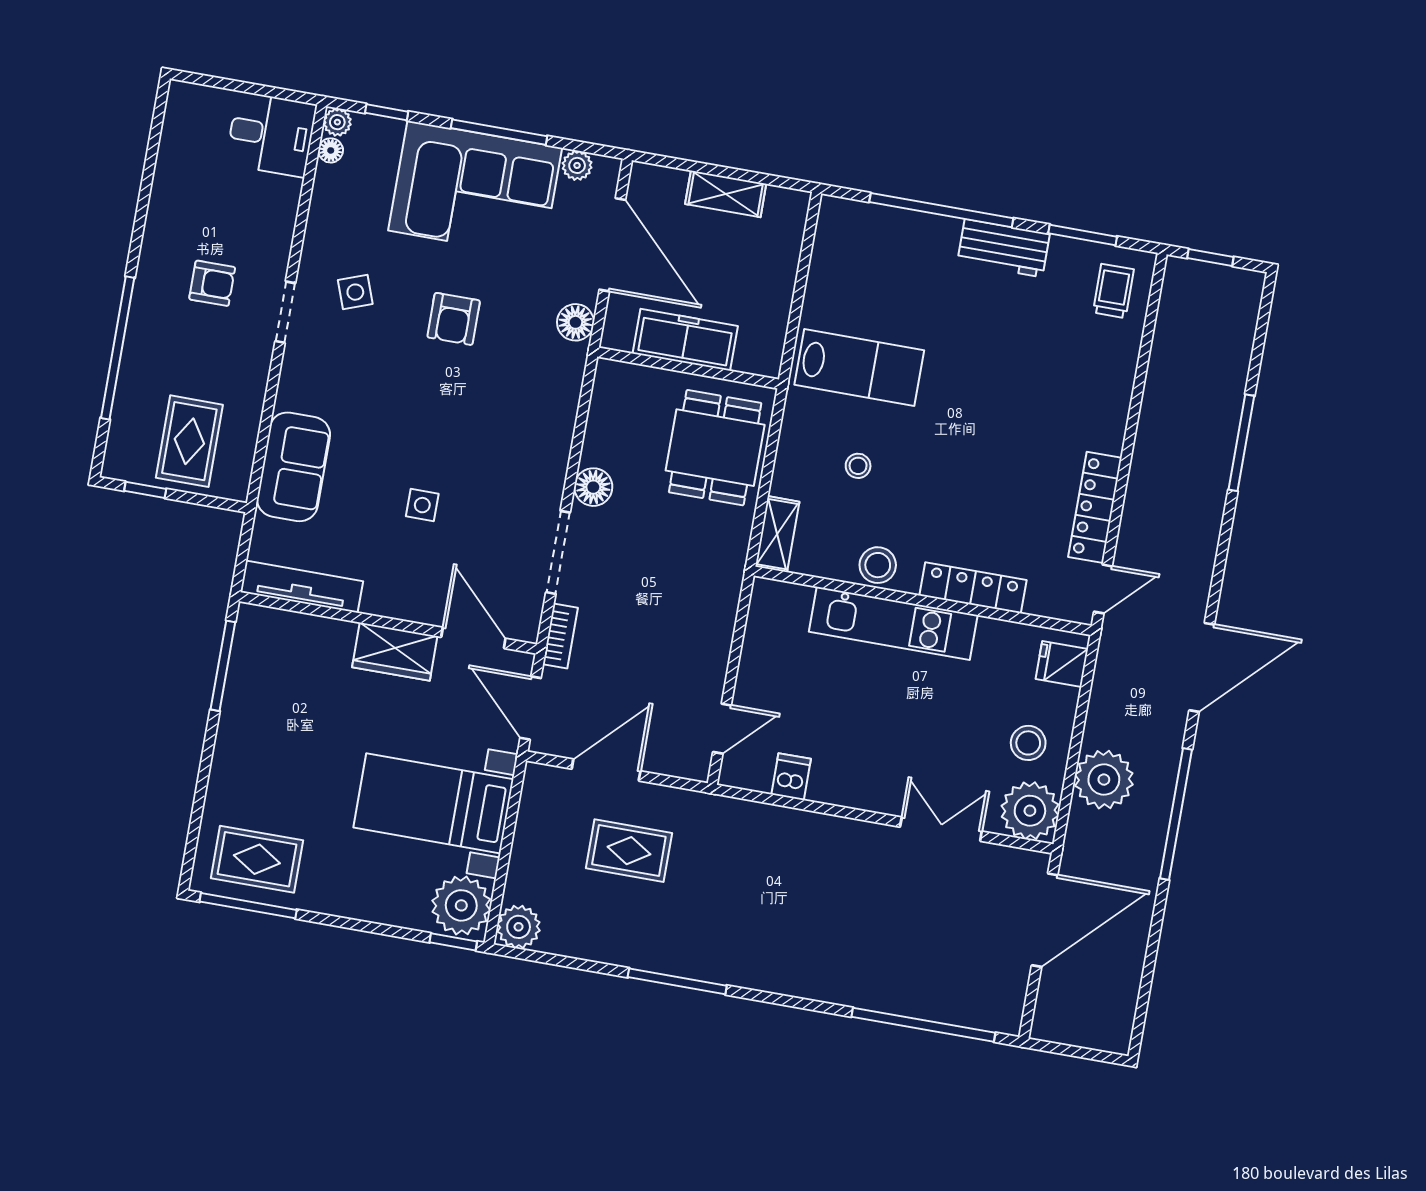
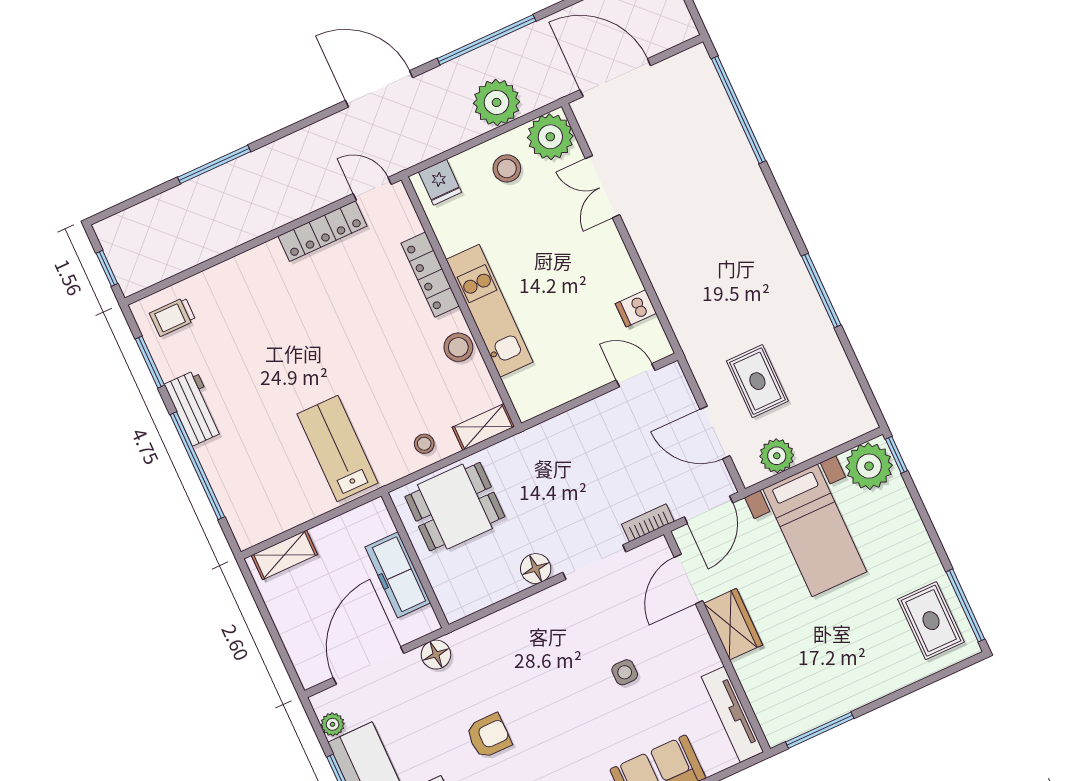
shelving: (726, 194) -> (284, 555), moved, turned 90
stool: (858, 466) -> (424, 444), moved
plant: (519, 927) -> (777, 456), moved

